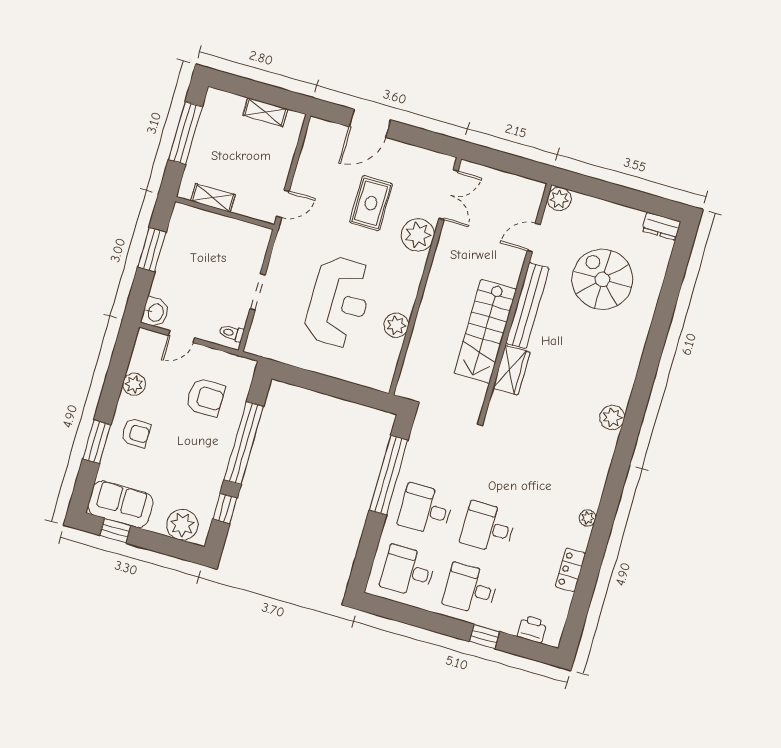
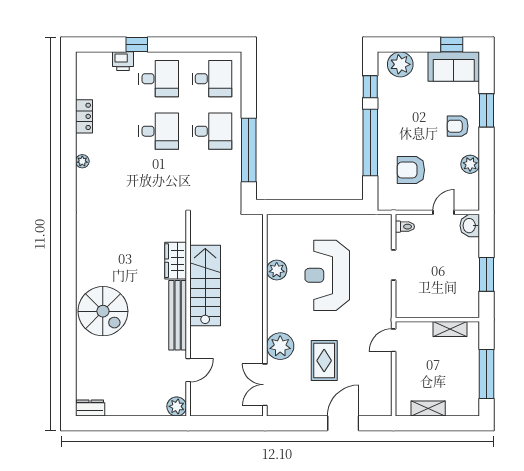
spiral stairs: (602, 279) -> (103, 311), moved
plant: (612, 417) -> (86, 246), removed
printer: (532, 629) -> (123, 61), moved

